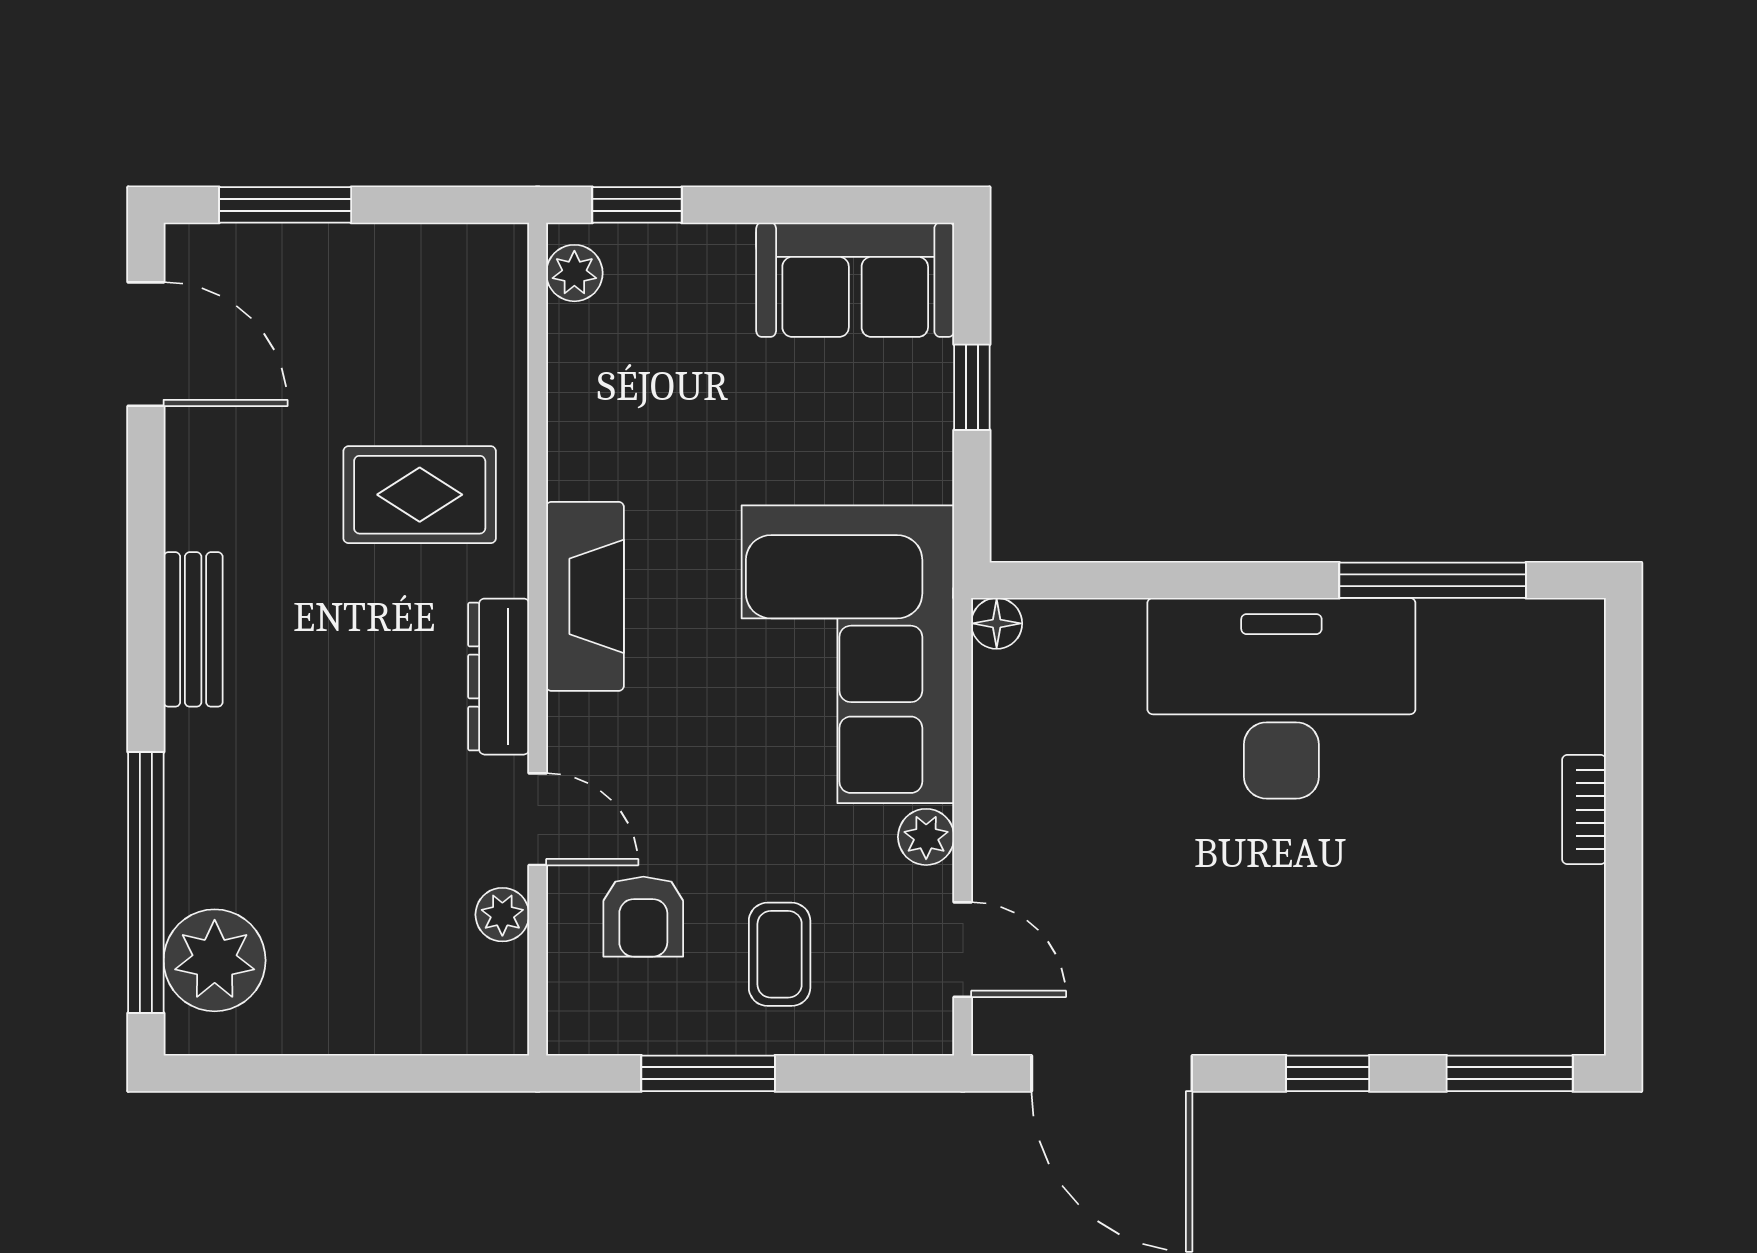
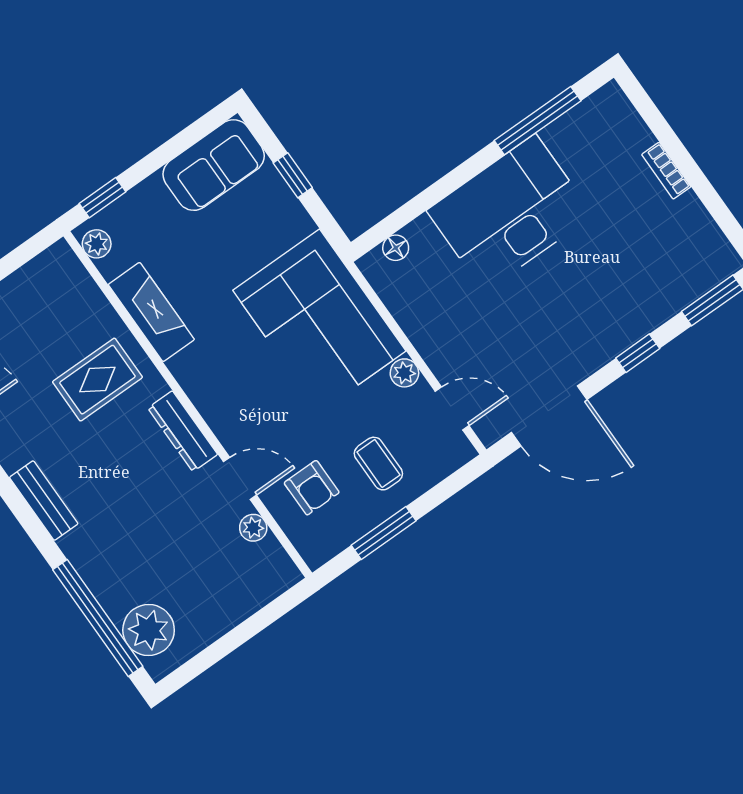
fireplace: (585, 596) -> (151, 312), moved
floor lamp: (997, 623) -> (396, 248), moved

